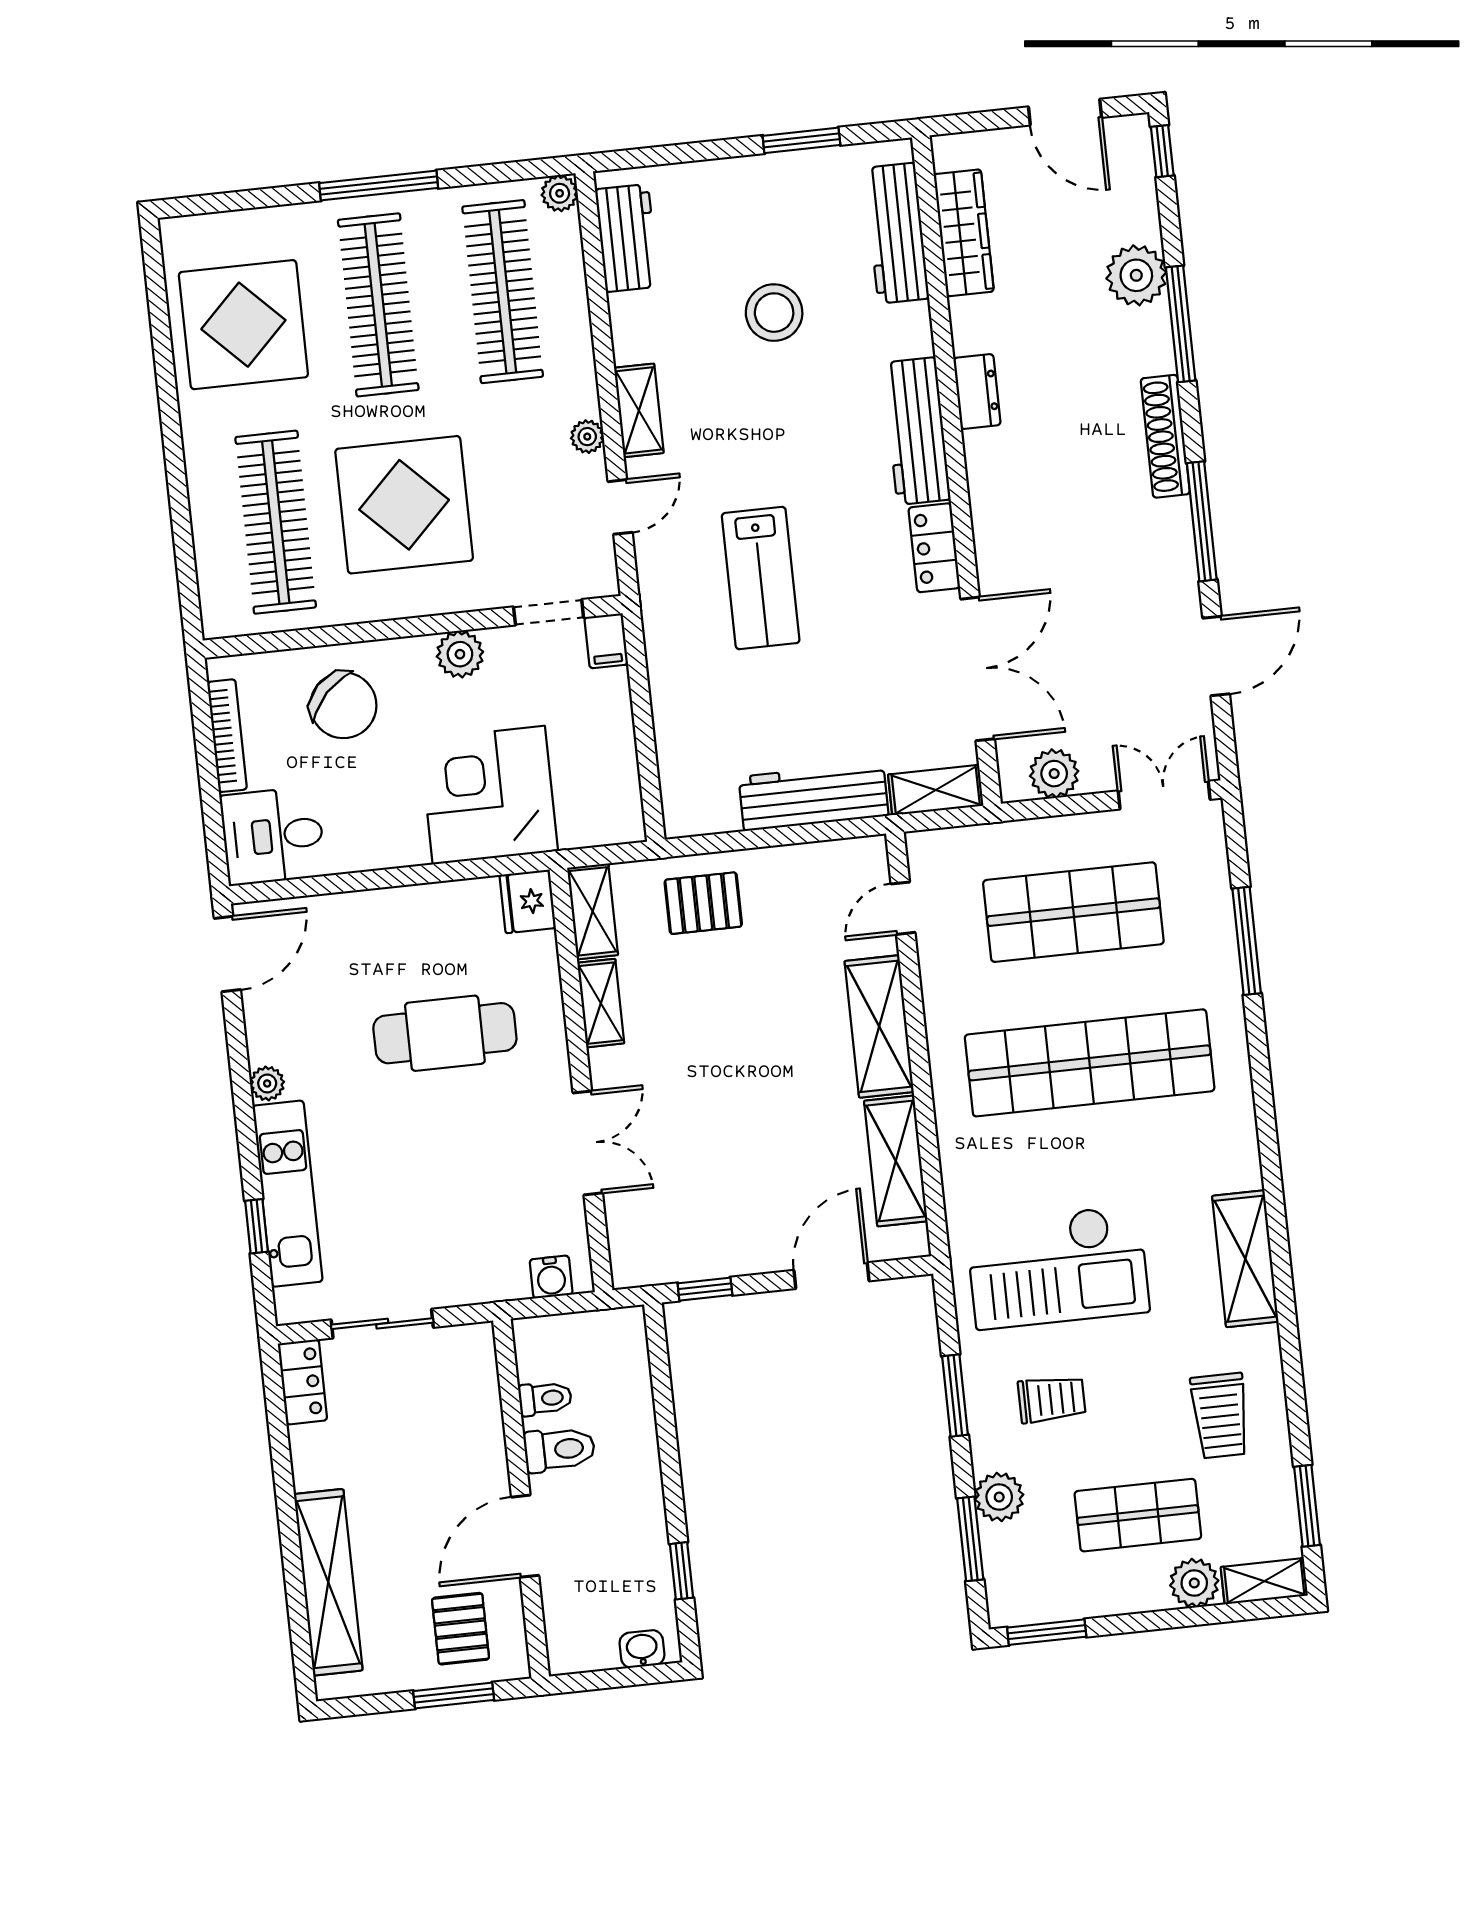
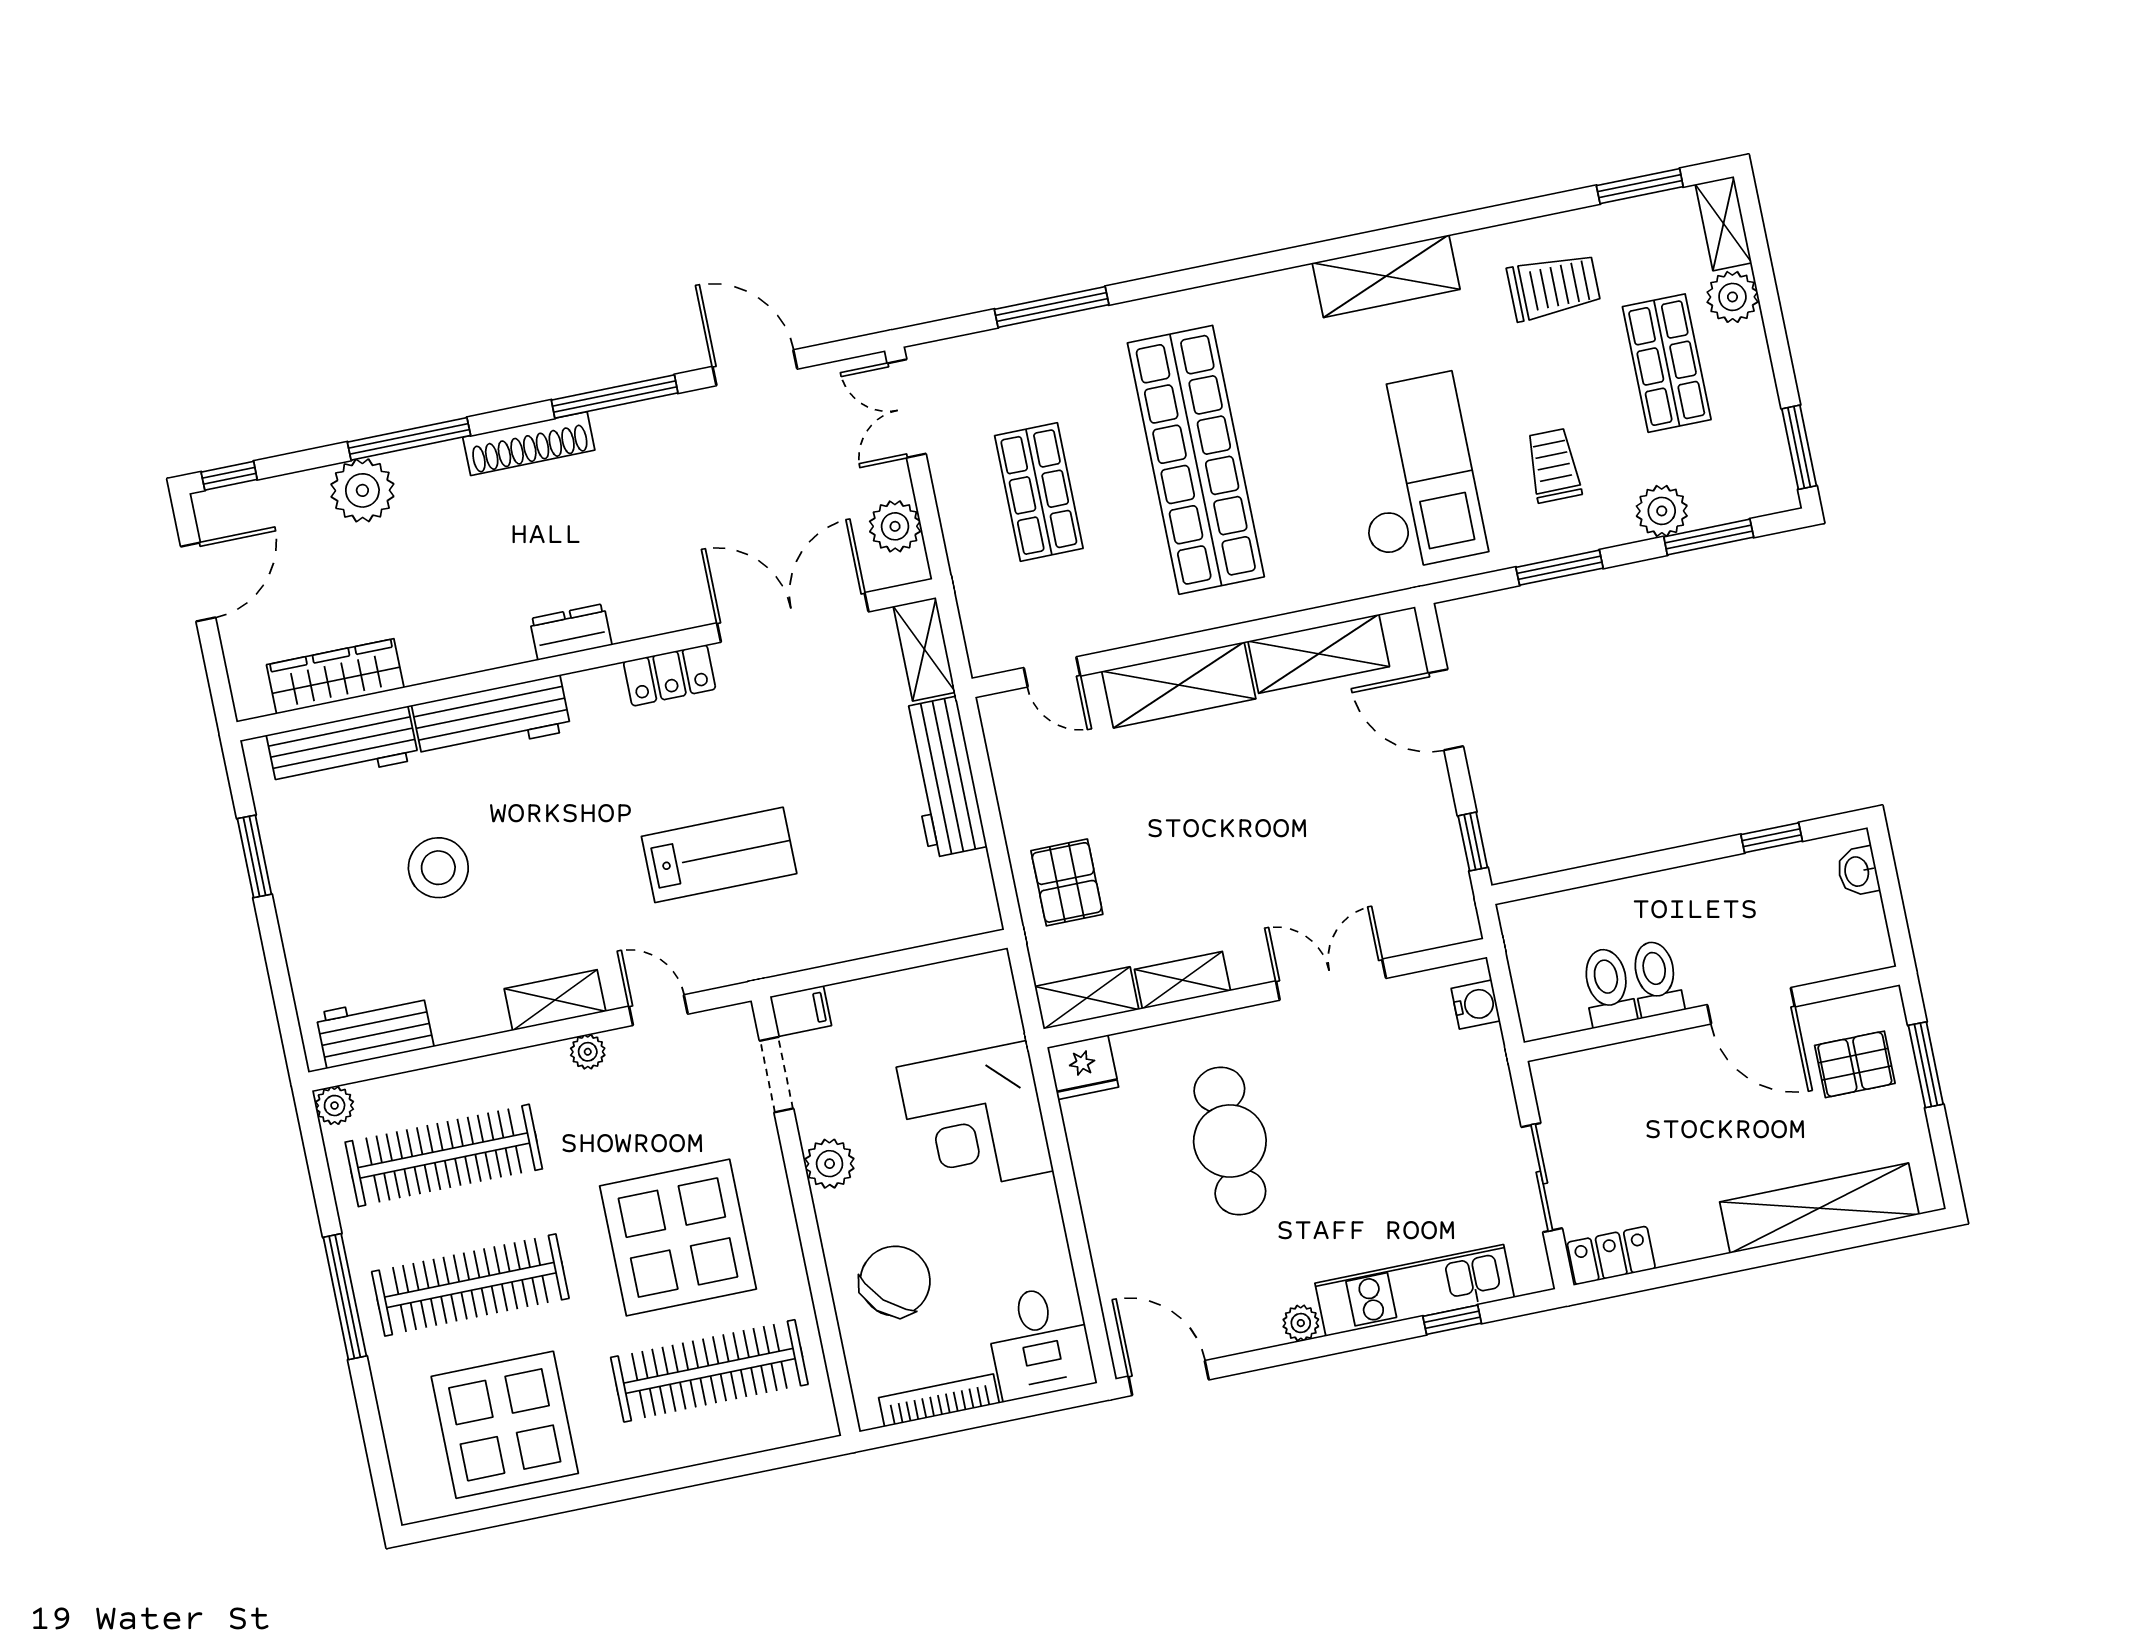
dresser: (977, 392) -> (571, 632), moved
workbench: (916, 431) -> (491, 718), moved
shop shelf: (1073, 912) -> (1039, 492), width x0.70, depth x0.74
toilet: (545, 1398) -> (1608, 987), width x1.37, depth x1.39

